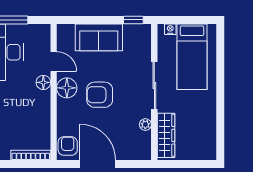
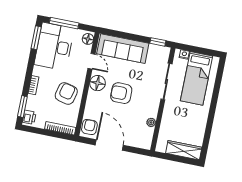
sofa: (99, 37) -> (123, 49), width x1.36
floor lamp: (43, 82) -> (88, 39), moved
sliding door: (154, 86) -> (166, 82), moved
armchair: (29, 109) -> (66, 93), added
wardrobe: (166, 135) -> (184, 150), moved, turned -90

